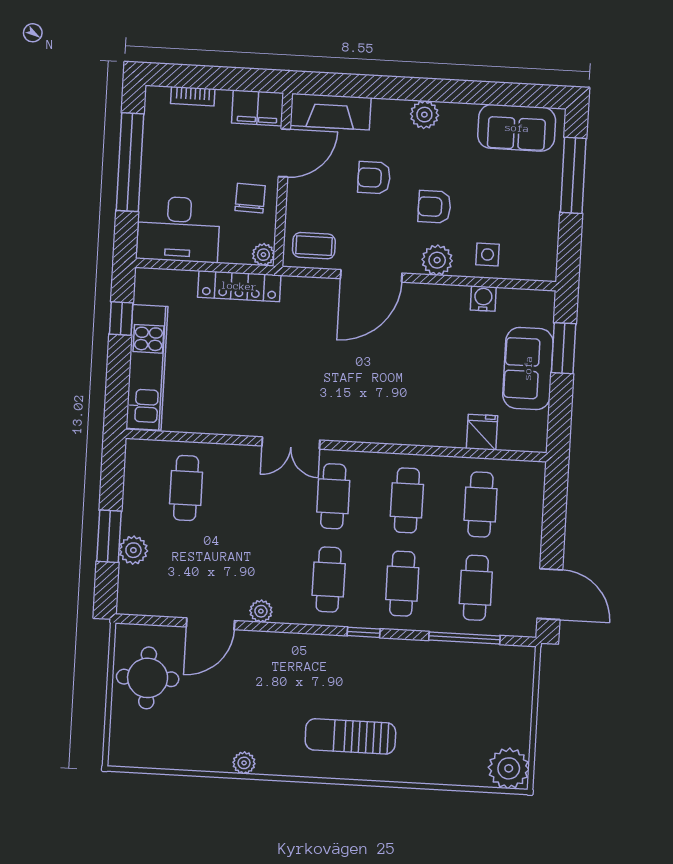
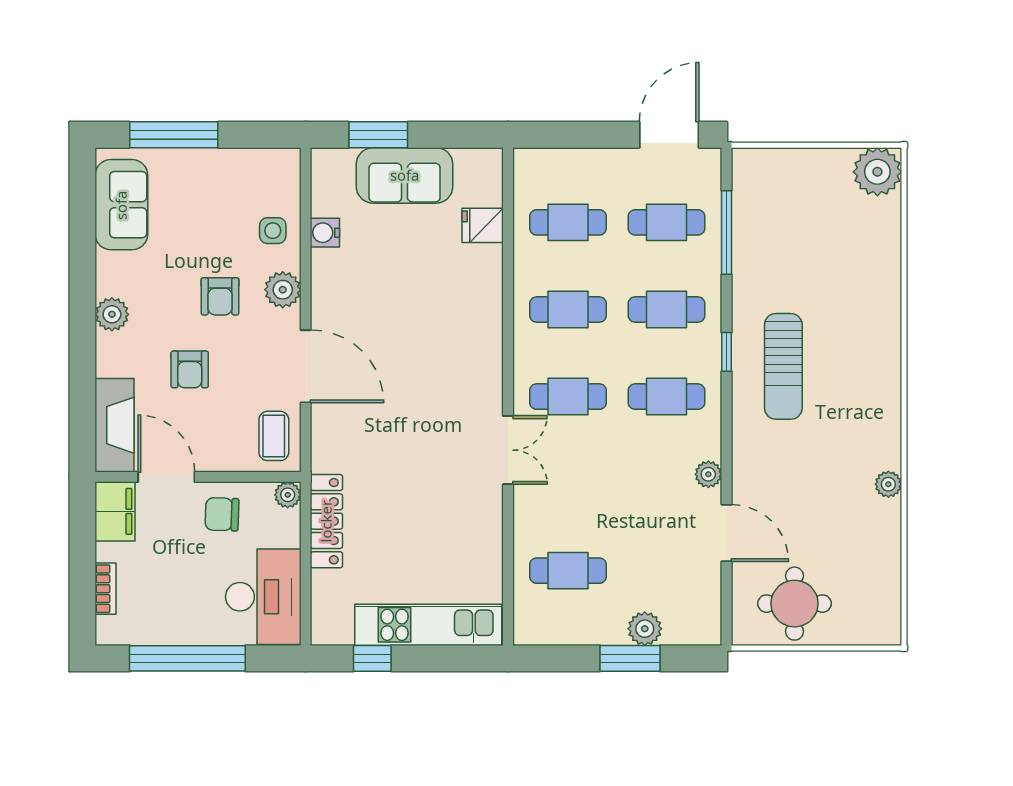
sun lounger: (350, 736) -> (783, 366), moved

